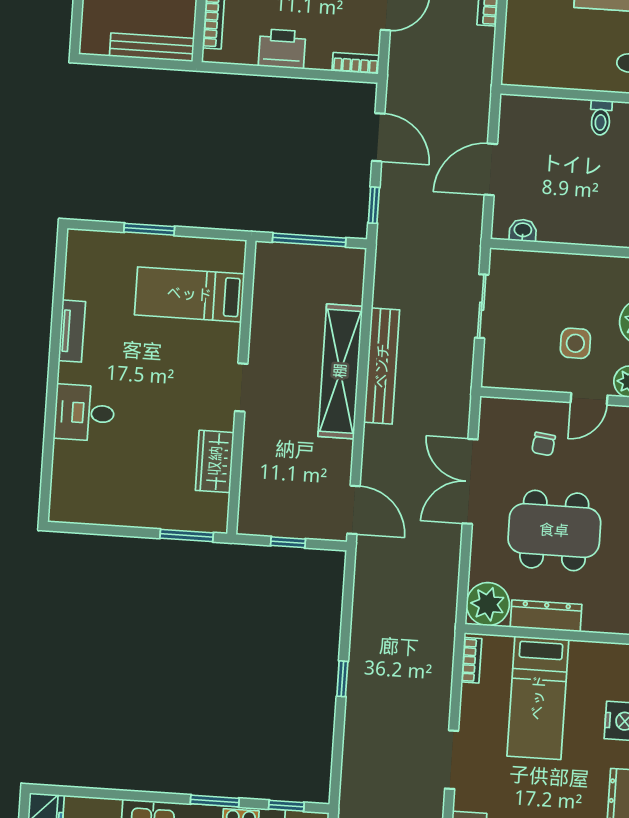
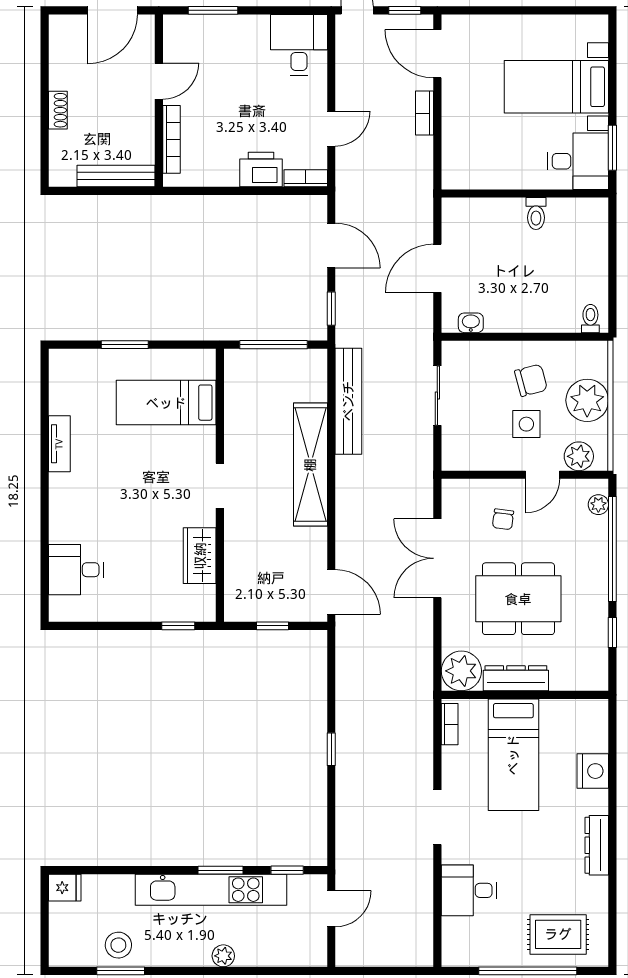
printer: (282, 49) -> (261, 169), moved
chair: (583, 296) -> (531, 380), added
bench: (382, 366) -> (348, 401), moved
desk: (84, 413) -> (76, 570), moved
window: (187, 535) -> (178, 626), width x0.67

